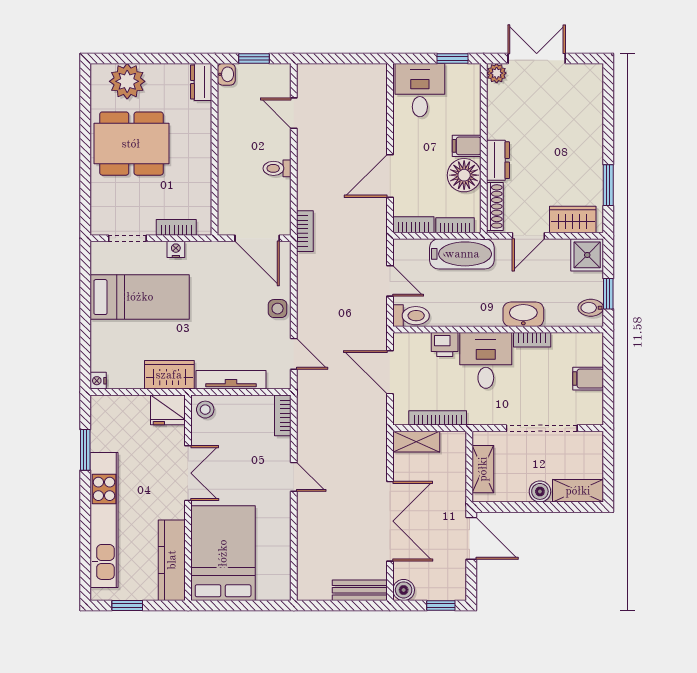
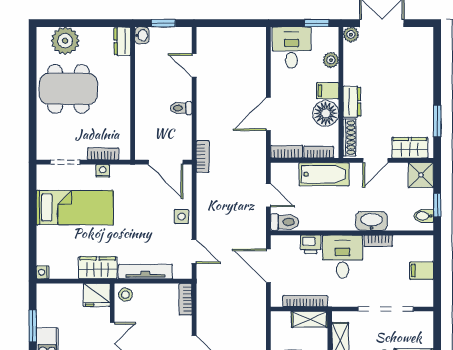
plant: (471, 106) -> (331, 60), added
shelving: (416, 442) -> (309, 319), moved

